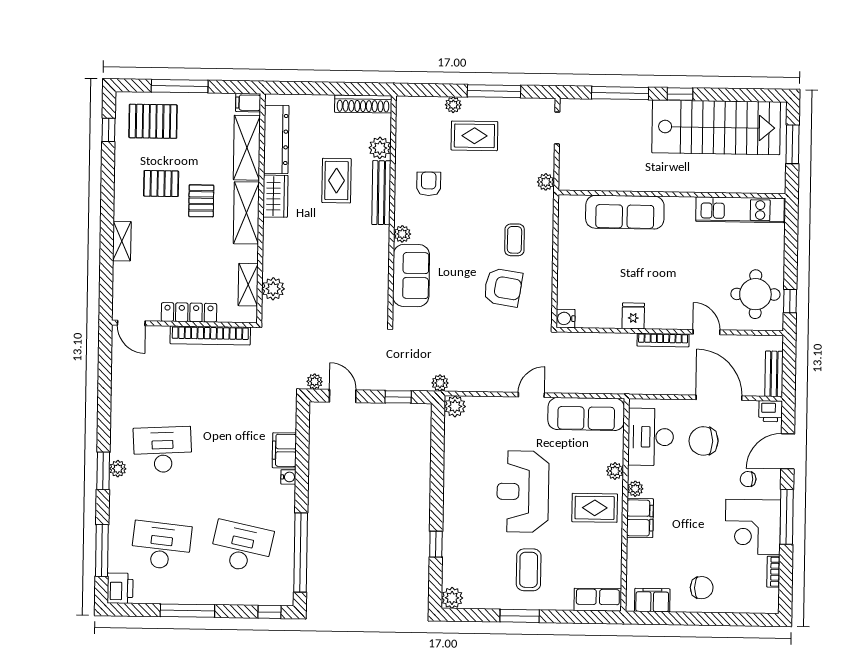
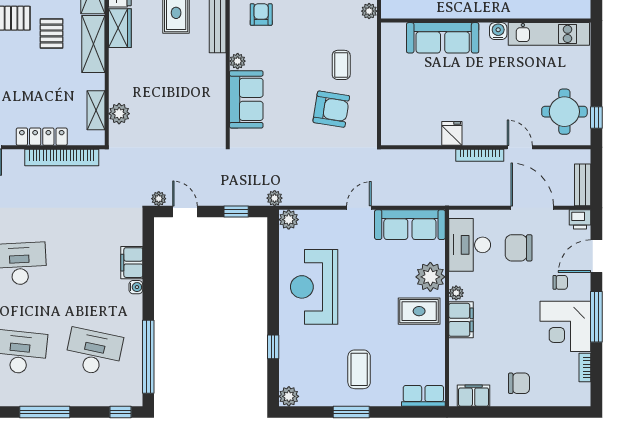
water cooler: (566, 318) -> (498, 31), moved, turned 90
plant: (615, 471) -> (430, 277), width x1.88, depth x1.88
chair: (748, 479) -> (560, 282), turned 180
reception desk: (523, 492) -> (314, 287), moved

